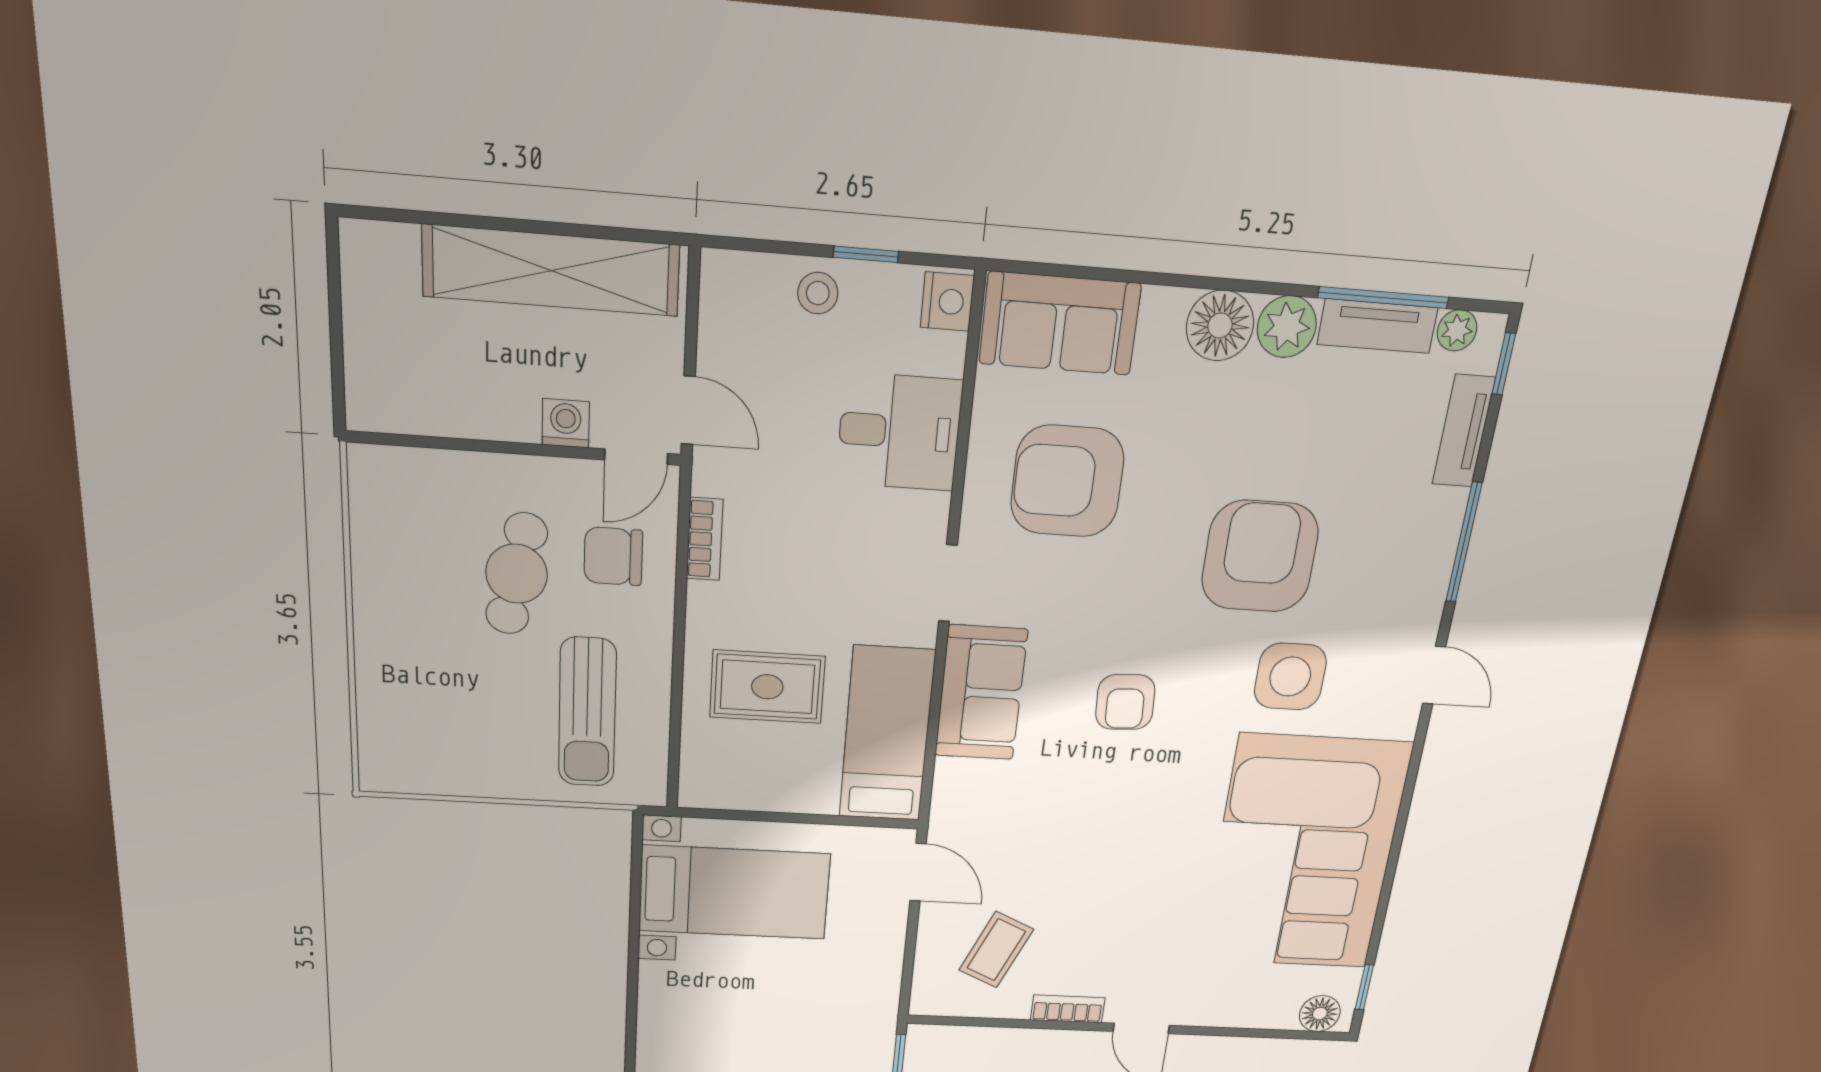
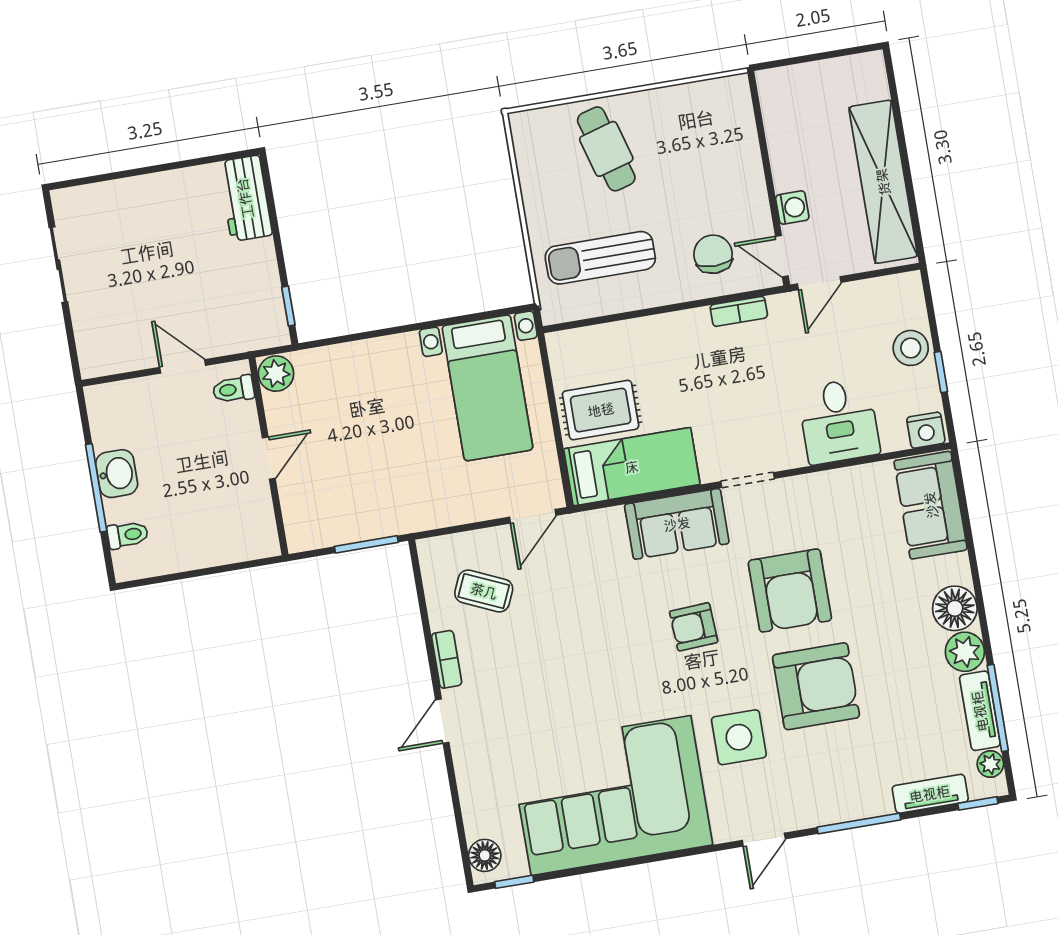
stool: (818, 293) -> (911, 348), width x1.37, depth x1.37
armchair: (1067, 481) -> (790, 591), moved, turned 180
cafe table: (517, 574) -> (606, 149), moved, turned 62
rug: (767, 687) -> (601, 410), moved, turned 90

